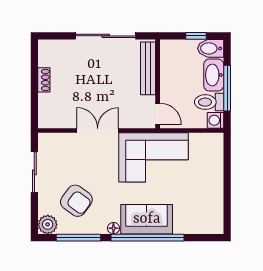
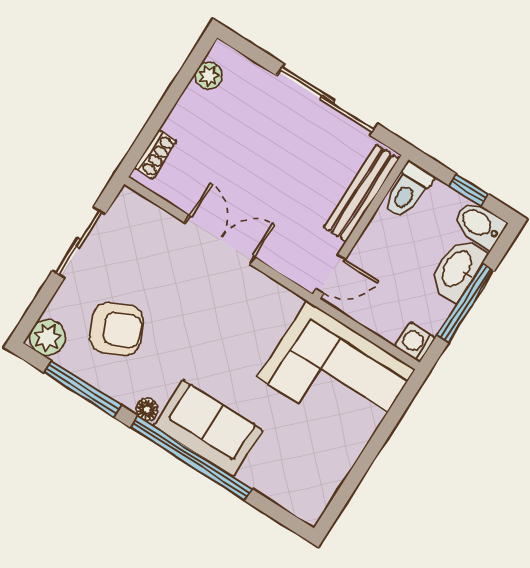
plant: (45, 59) -> (209, 76), added
shoe rack: (44, 80) -> (156, 155), moved
toilet: (209, 102) -> (408, 191), moved, turned -90
door: (158, 114) -> (331, 274), hinge flipped
corner sofa: (154, 157) -> (336, 374), moved
armchair: (76, 201) -> (116, 329), turned -60

